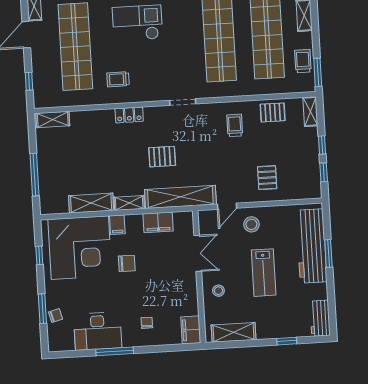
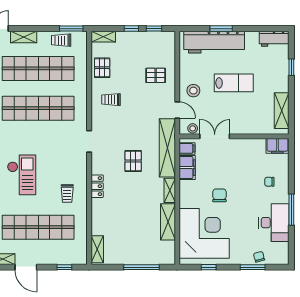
checkout: (137, 23) -> (22, 175), turned 180
filing cabinet: (117, 225) -> (187, 148), moved
stool: (218, 291) -> (193, 128), moved

